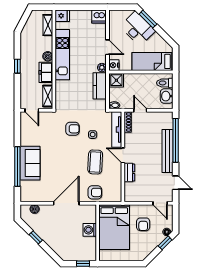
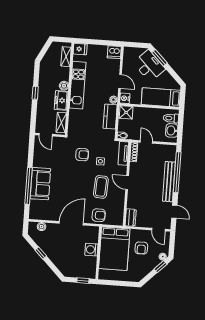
tv unit: (117, 129) -> (123, 153), width x0.71
dresser: (129, 173) -> (131, 218), moved

